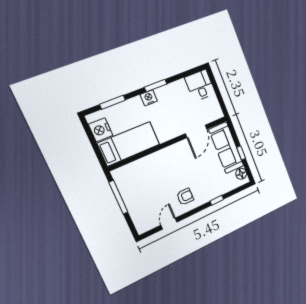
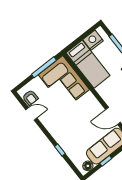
corner sofa: (142, 178) -> (64, 82), added
armchair: (185, 197) -> (30, 98), moved

